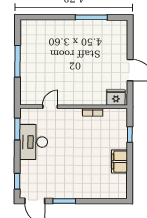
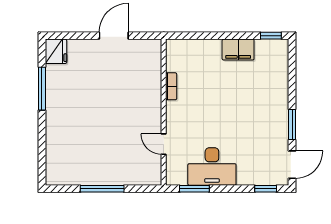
fridge: (116, 98) -> (56, 51), moved, turned 180
window: (130, 135) -> (271, 36), moved

